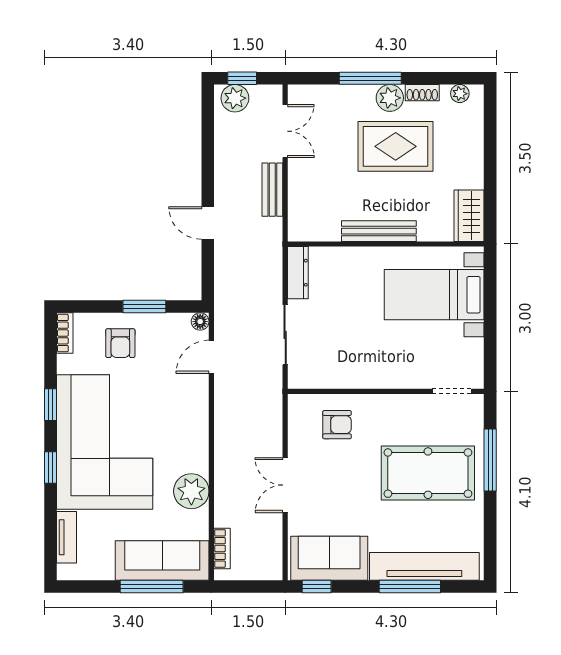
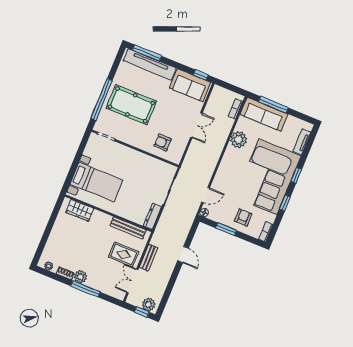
rug: (396, 146) -> (124, 254), moved, width x0.73, depth x0.70
wardrobe: (469, 216) -> (80, 210), moved, turned 90
bench: (379, 231) -> (128, 228), moved
window: (490, 460) -> (102, 99), width x1.46
window: (410, 587) -> (147, 53), moved

